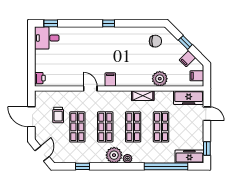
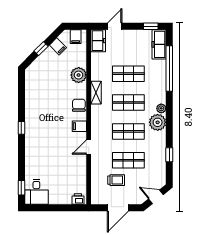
chair: (155, 41) -> (79, 105), moved
freezer: (189, 98) -> (98, 41), width x0.71

